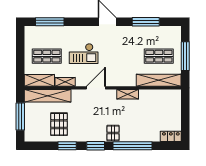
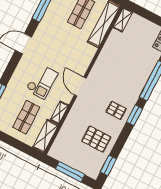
shelving: (128, 94) -> (123, 20), moved
shelving: (48, 96) -> (64, 136), removed
pallet: (113, 133) -> (116, 110), moved
window: (67, 146) -> (108, 165), moved

